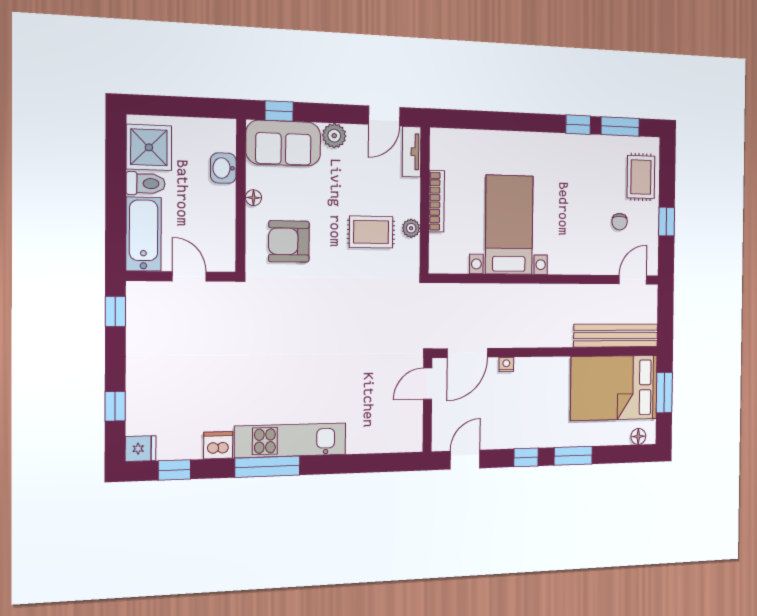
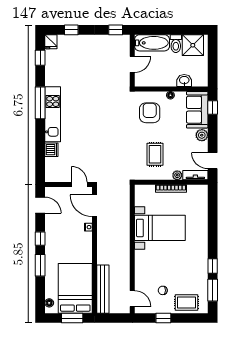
plant: (411, 228) -> (177, 175), moved
dishwasher: (218, 445) -> (51, 150), moved

